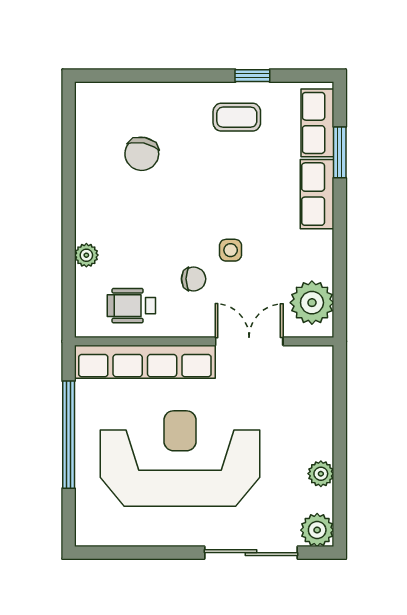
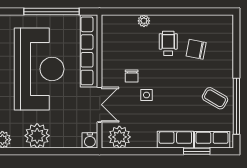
window: (252, 76) -> (236, 106), width x3.17
coffee table: (237, 117) -> (215, 98), turned -60
wheelchair: (131, 306) -> (168, 43), moved
water cooler: (319, 360) -> (90, 140), added
plant: (321, 474) -> (37, 136), width x1.87, depth x1.87

